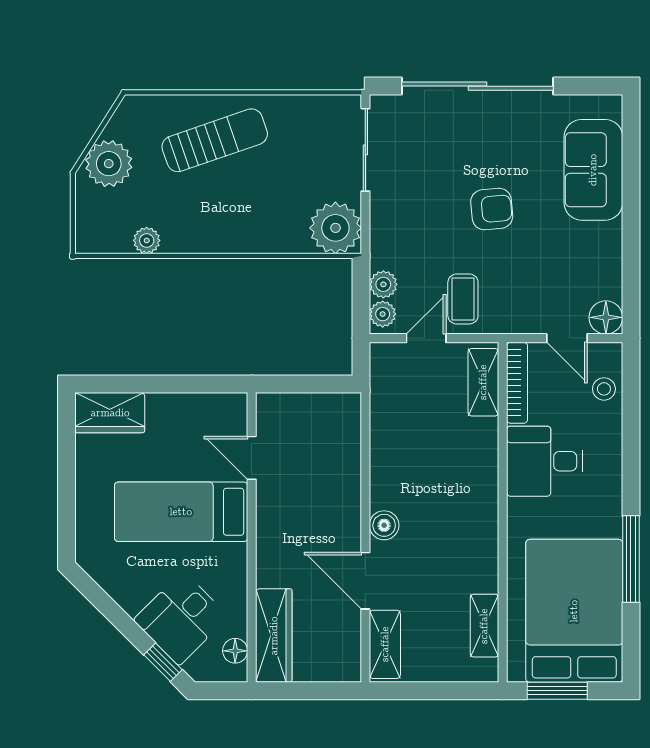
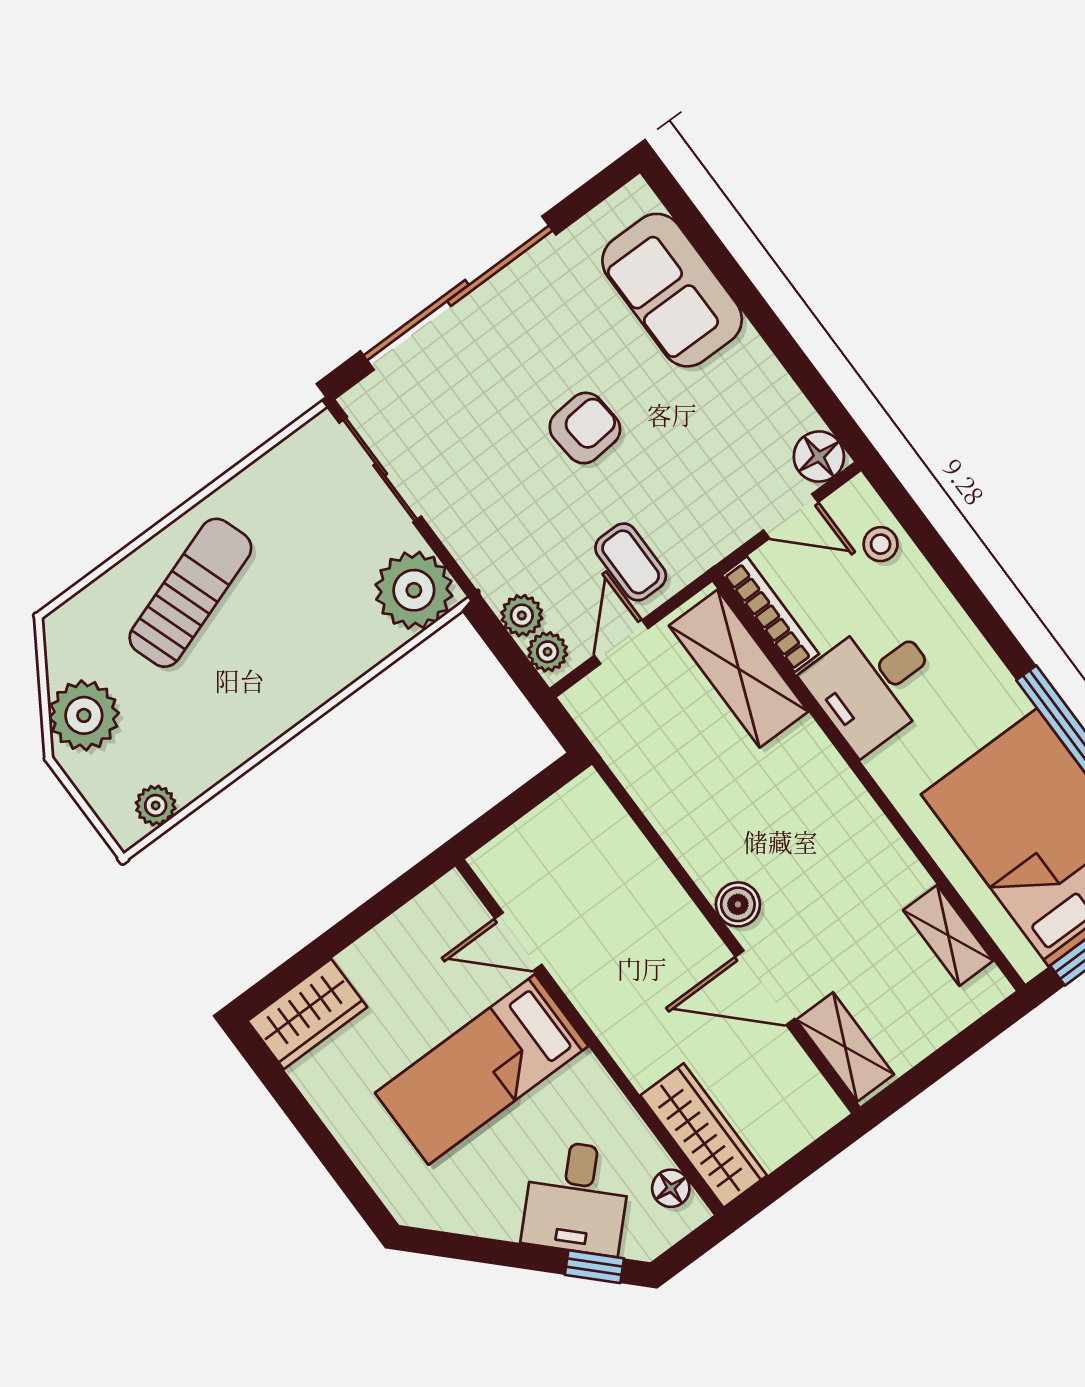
plant: (147, 240) -> (156, 805), moved
shelving: (483, 382) -> (739, 669), width x1.50, depth x1.33

